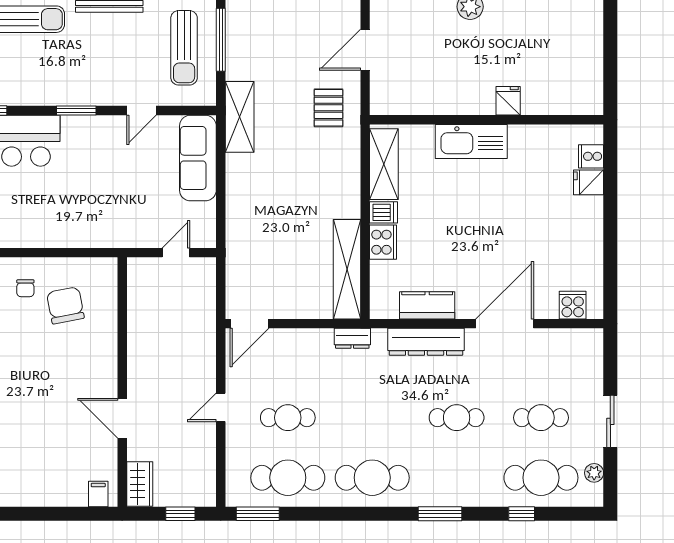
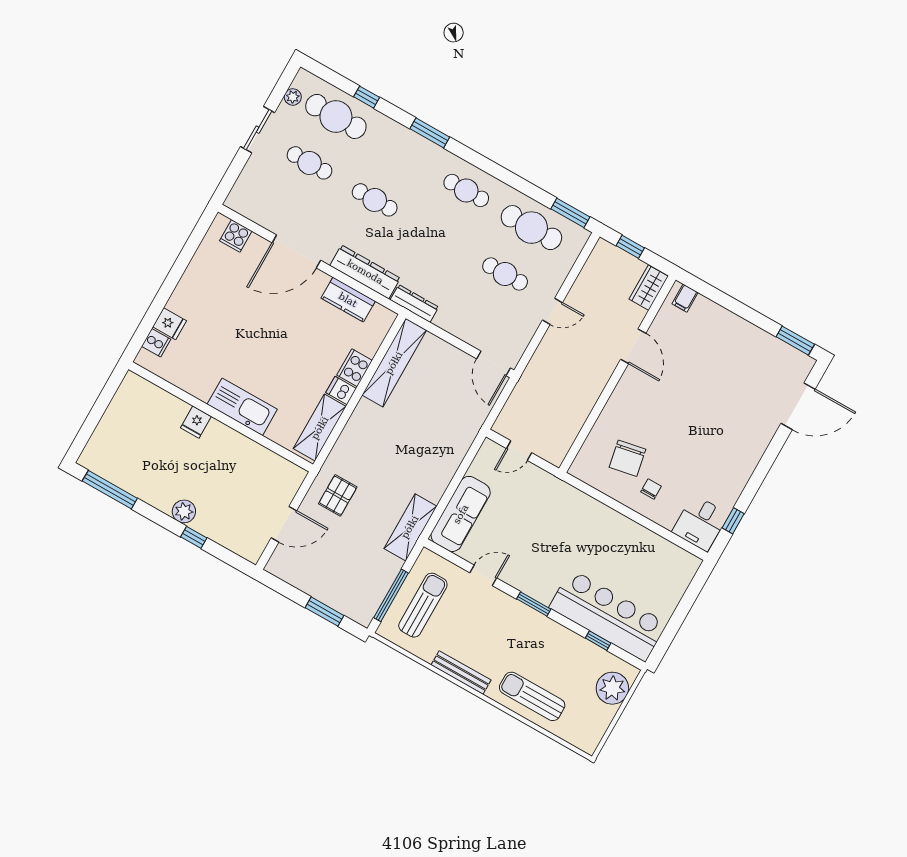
door: (249, 324) -> (493, 363), swing flipped
dresser: (352, 338) -> (414, 303), width x1.44
cafe table: (372, 478) -> (466, 191), width x0.73, depth x0.74

